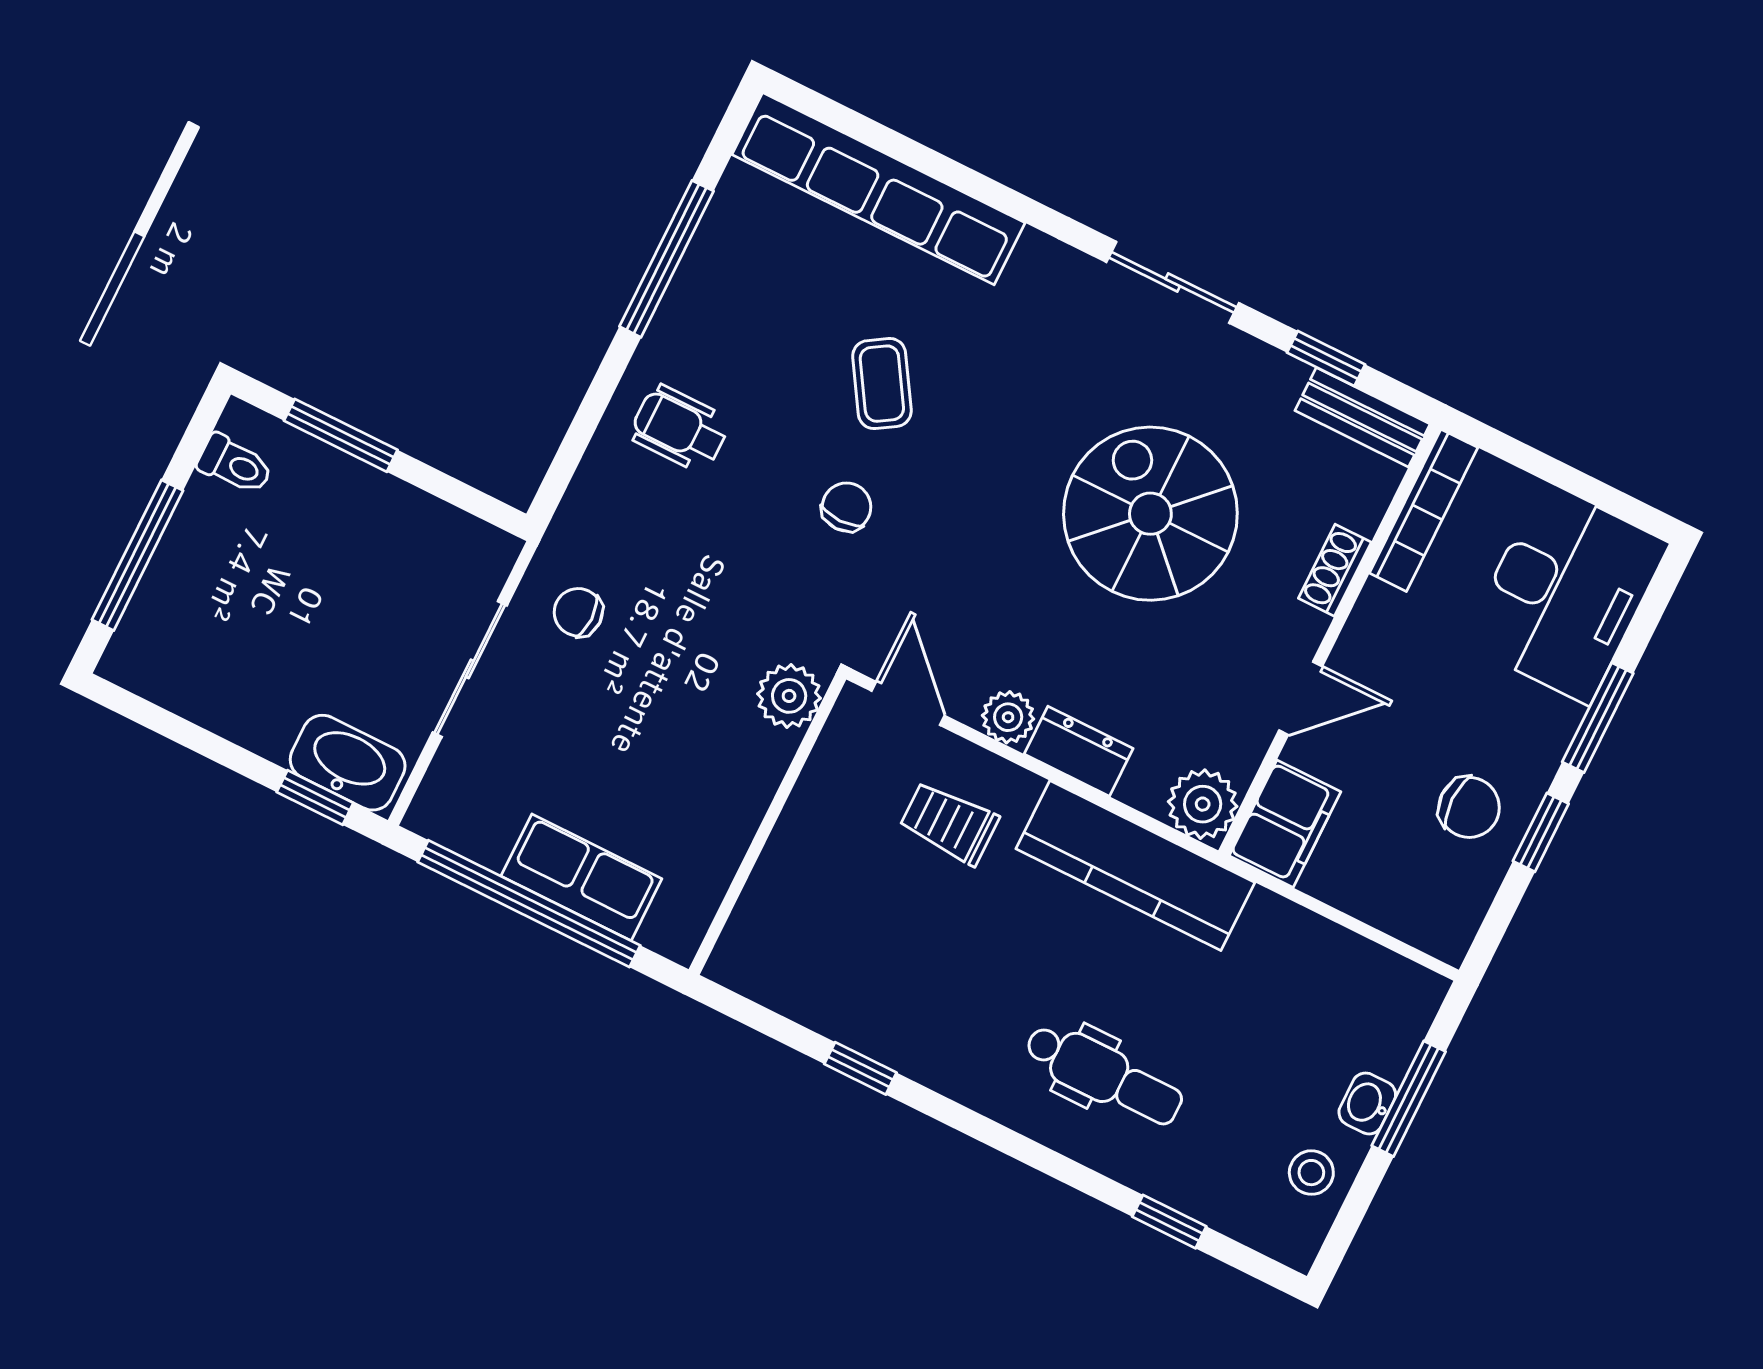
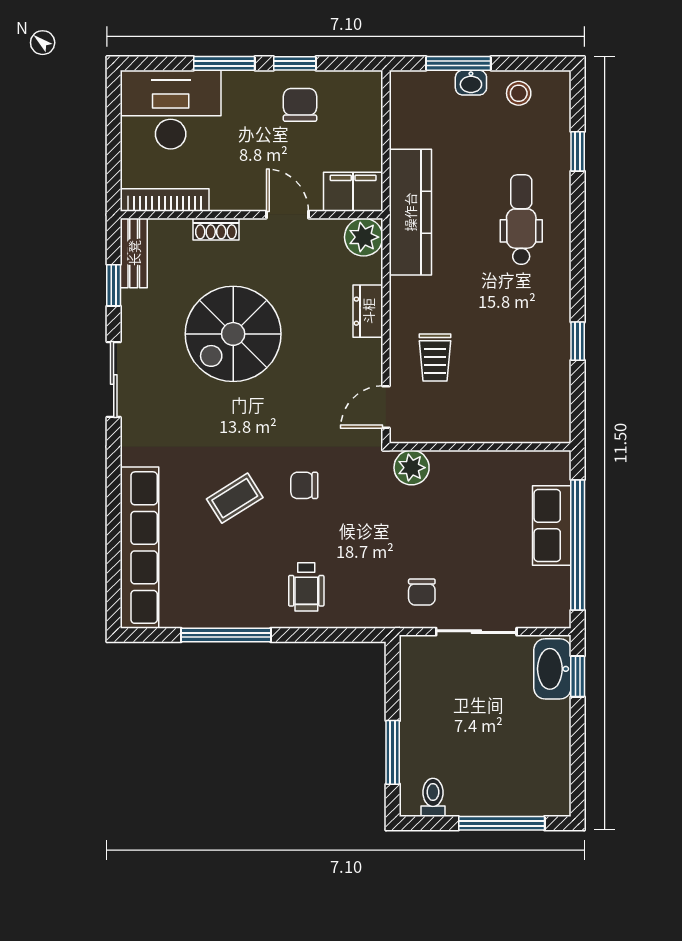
plant: (1008, 717) -> (368, 354), removed
kitchen counter: (1135, 866) -> (410, 212), moved

